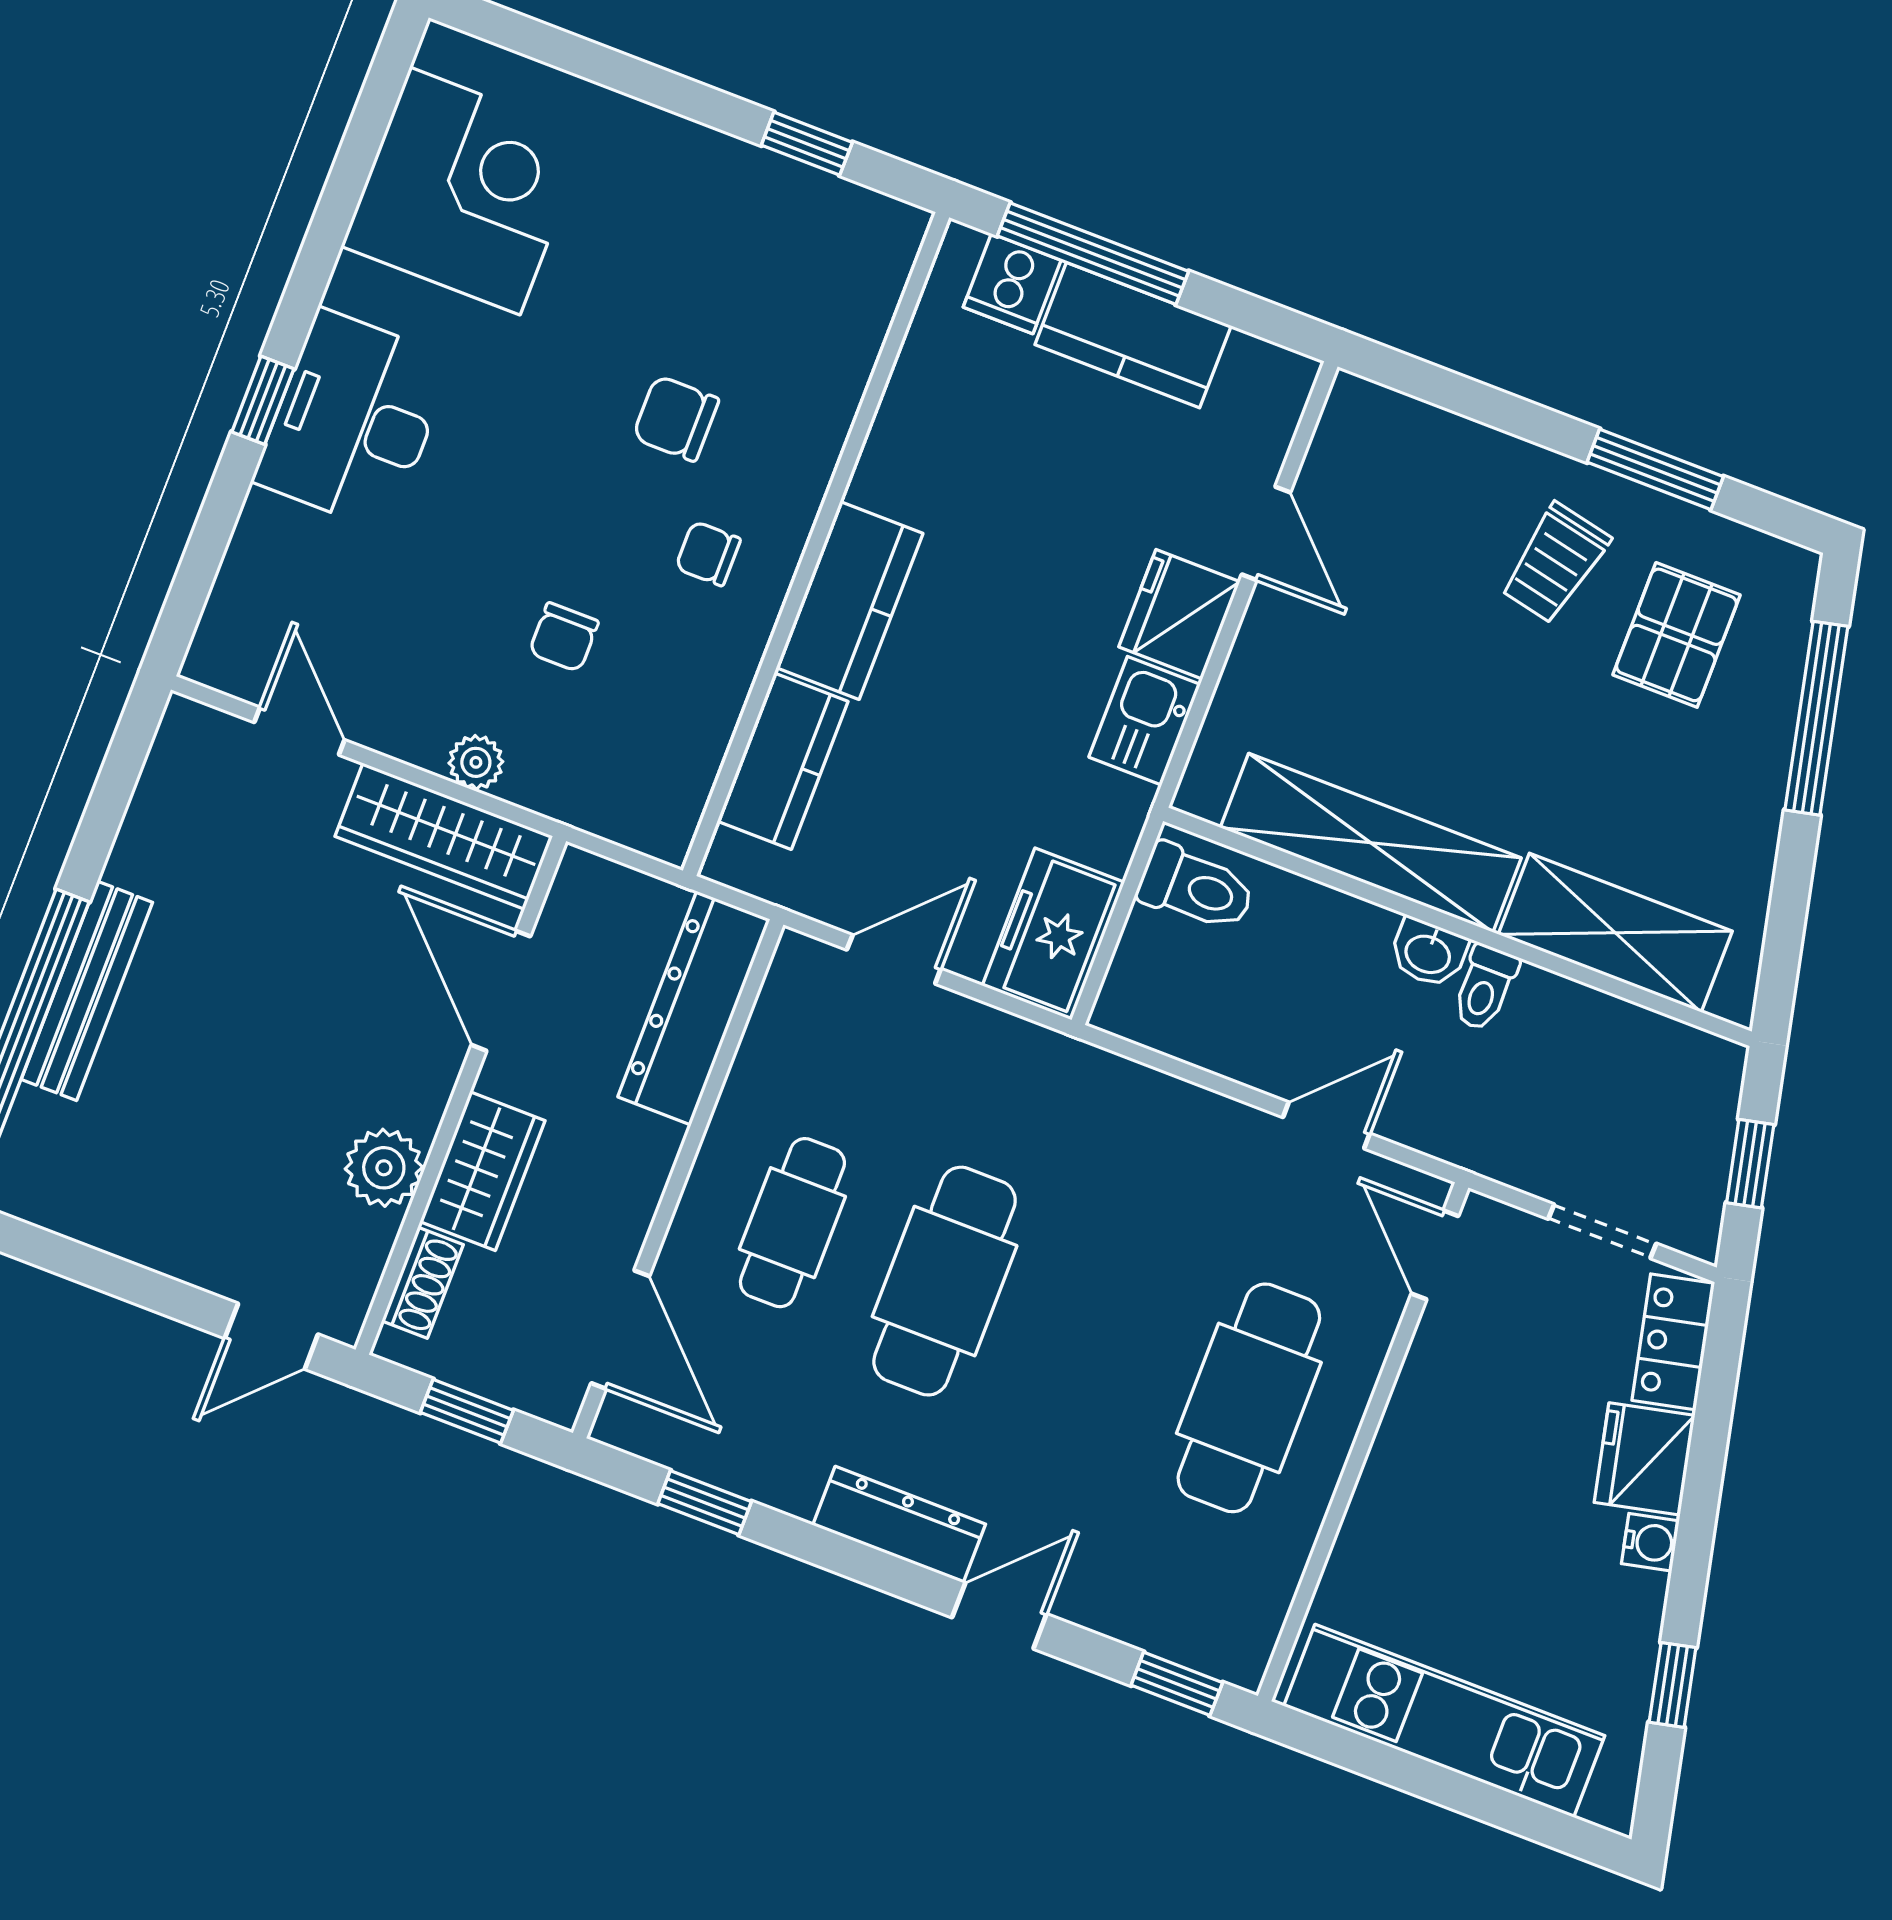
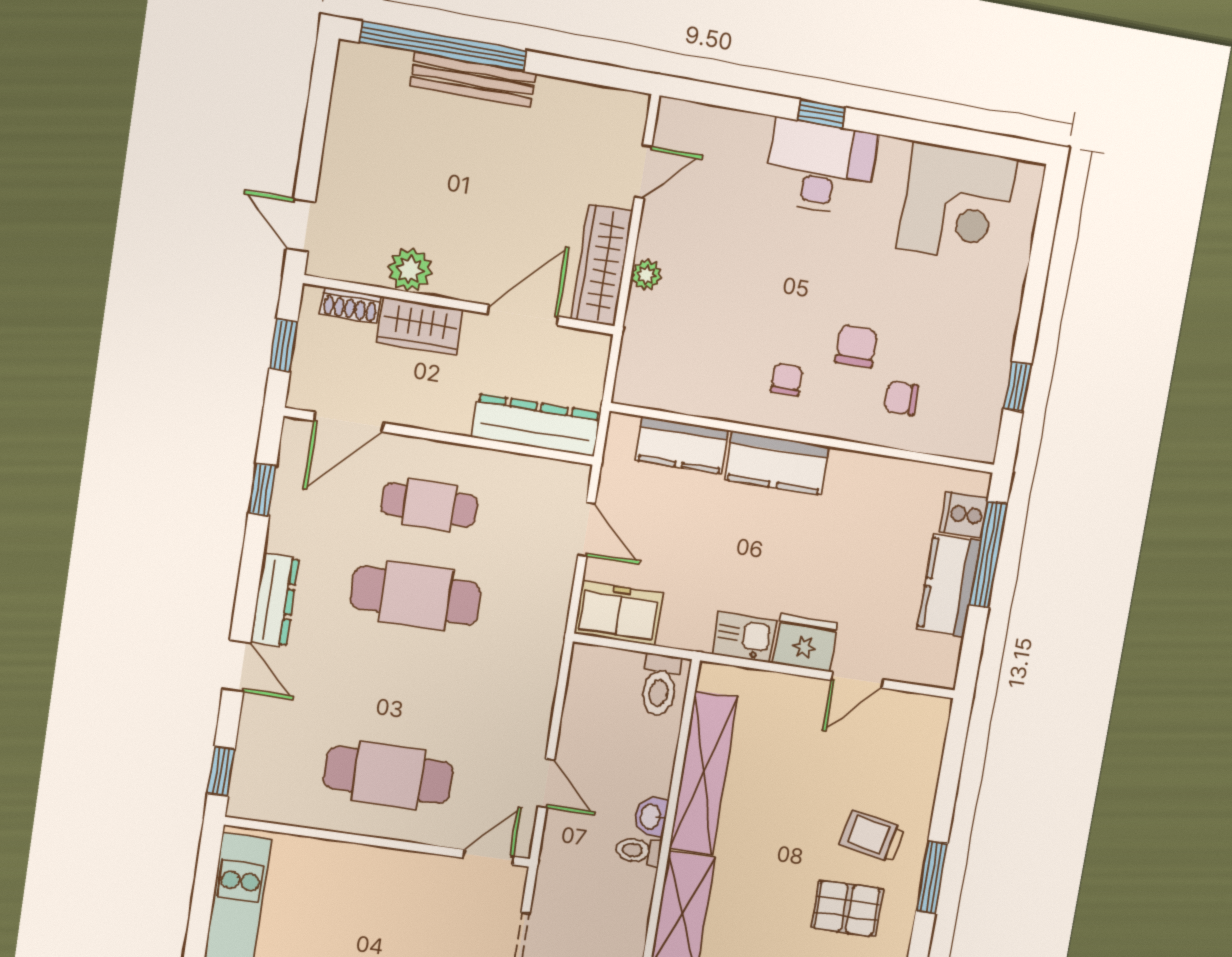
chair: (564, 637) -> (901, 398), moved

